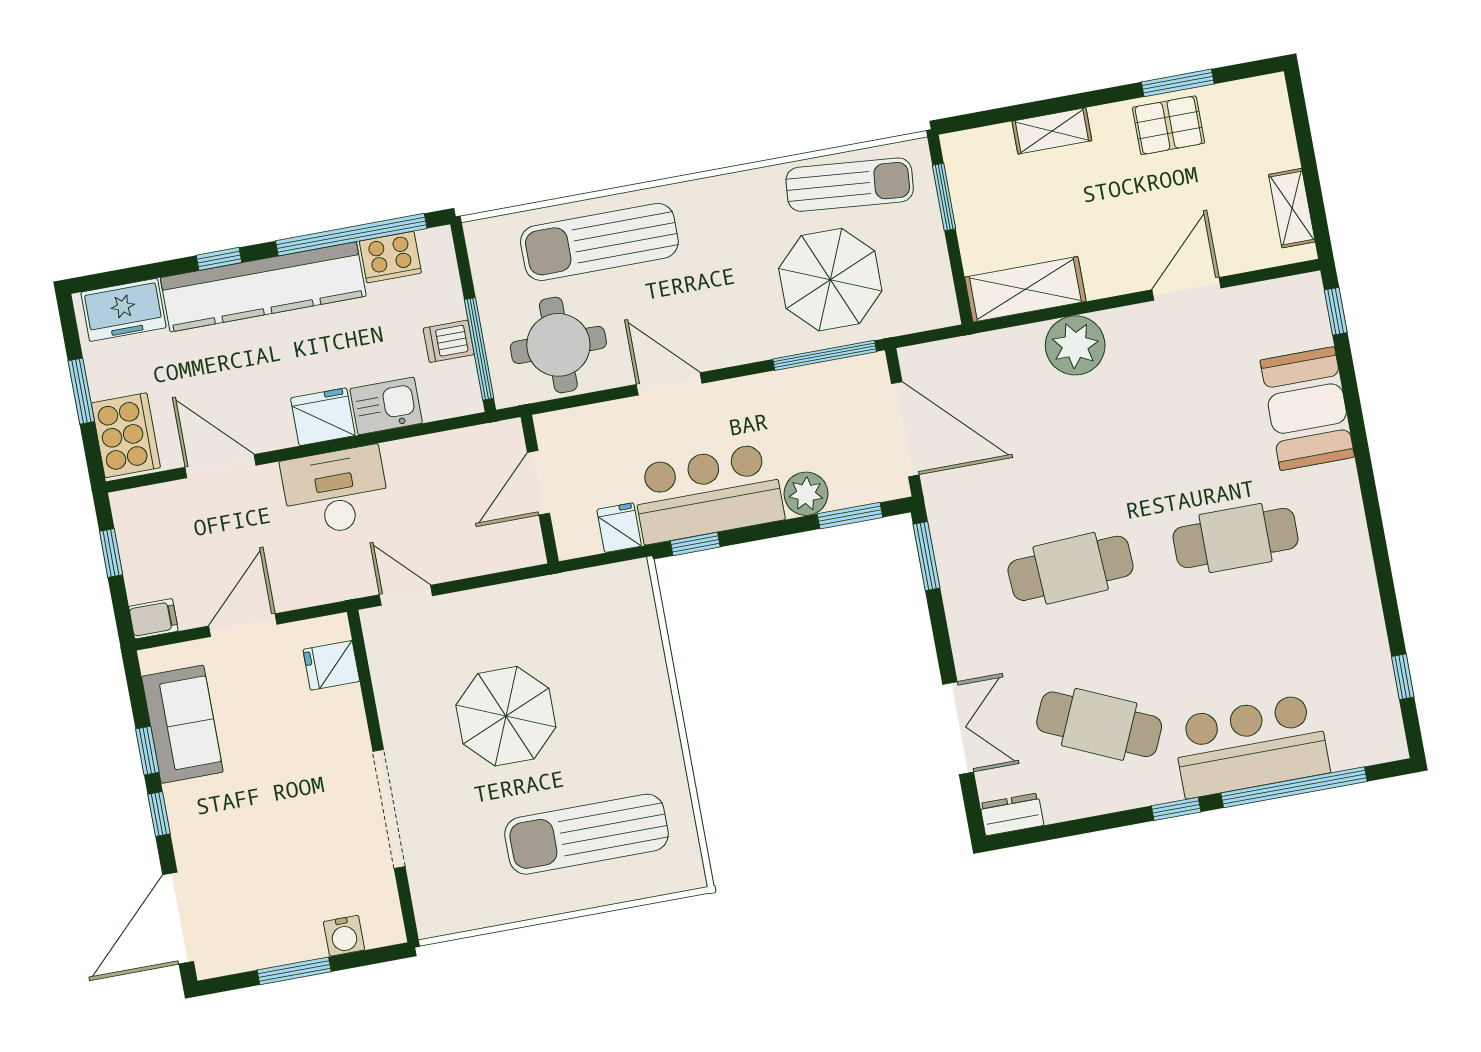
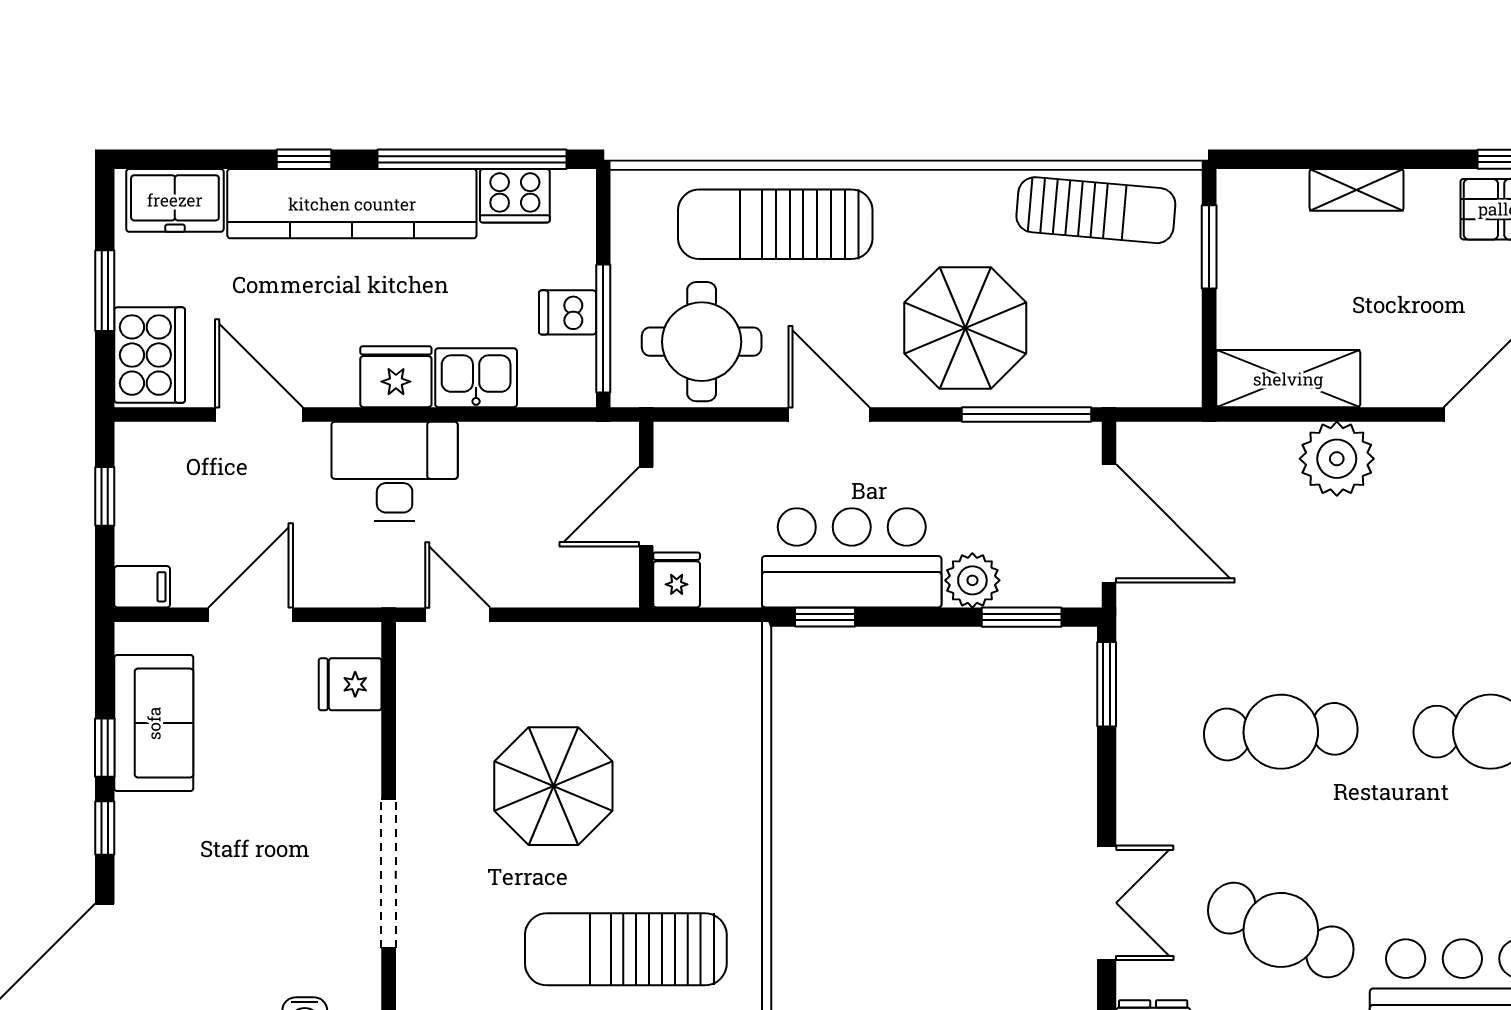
parasol: (830, 280) -> (965, 328), moved
fridge: (619, 528) -> (677, 580), moved

